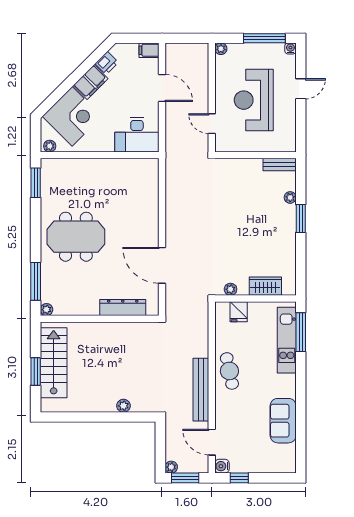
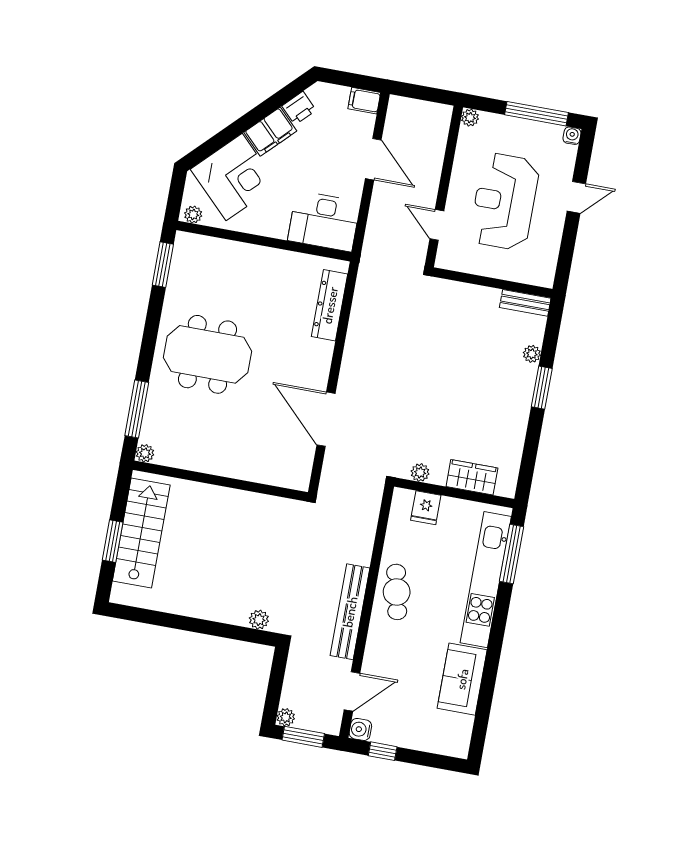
dresser: (123, 308) -> (330, 305), moved, turned -90
kitchen unit: (287, 340) -> (486, 580), width x1.36
plant: (123, 406) -> (259, 620), moved
door: (212, 442) -> (352, 691), swing flipped

